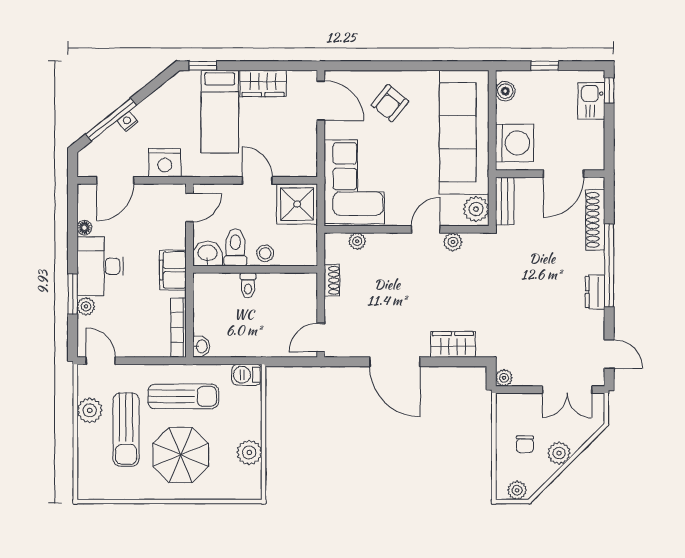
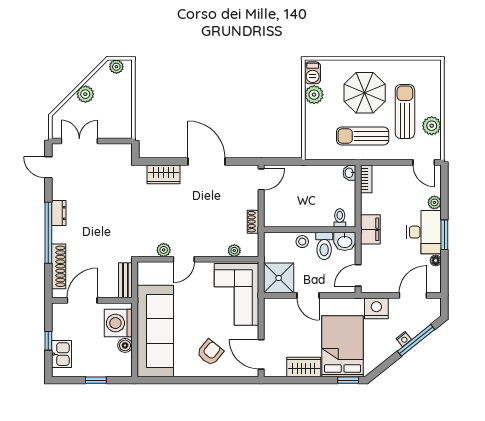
window: (609, 90) -> (48, 341), moved
boiler: (505, 91) -> (125, 345), moved
bed: (220, 112) -> (343, 346), width x1.50
plant: (476, 209) -> (147, 274), removed
toilet: (248, 285) -> (340, 218), moved
window: (73, 294) -> (444, 235), moved
bookcase: (179, 328) -> (366, 179), width x0.64
barbecue: (247, 375) -> (313, 73), moved, turned 90
plant: (504, 378) -> (126, 150), removed
chair: (525, 444) -> (111, 101), removed

